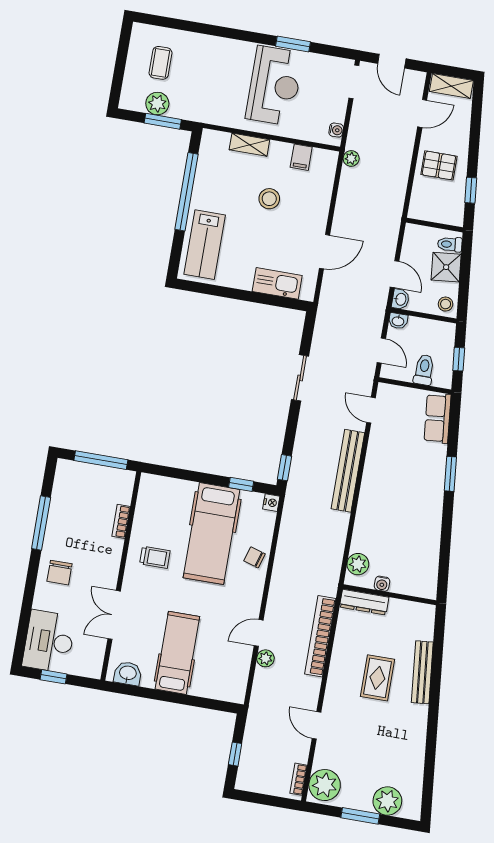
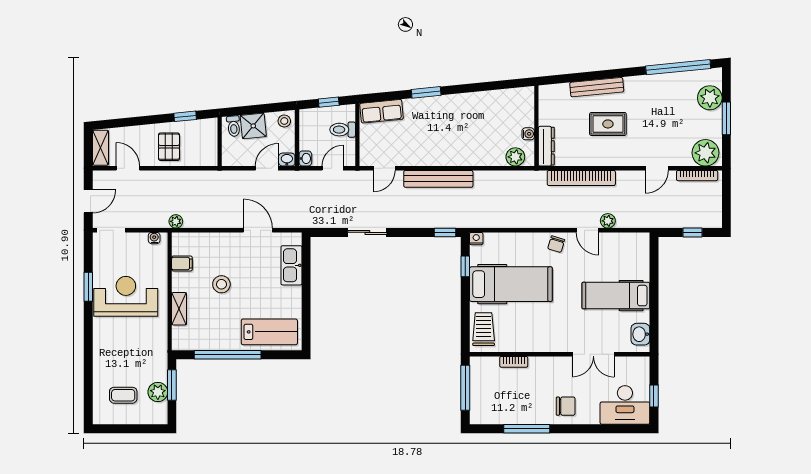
trolley: (155, 557) -> (484, 329), moved, width x1.36, depth x1.39
chair: (254, 557) -> (556, 244), moved
window: (429, 770) -> (678, 67), added
bookcase: (299, 779) -> (697, 176), width x1.56

